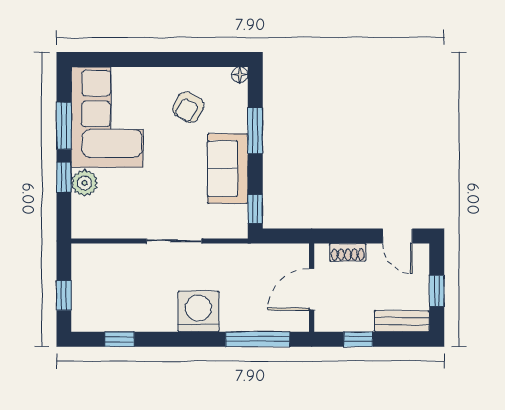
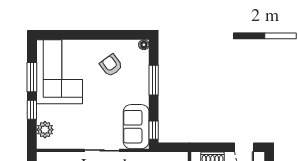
armchair: (188, 107) -> (111, 65), turned 115
sofa: (228, 169) -> (136, 127), moved
plant: (85, 183) -> (45, 130), moved

